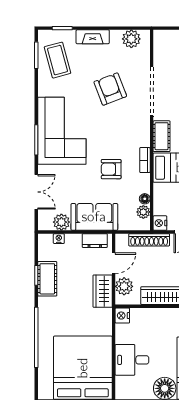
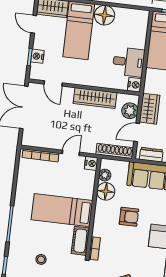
bookcase: (145, 160) -> (95, 248), moved
floor lamp: (145, 199) -> (106, 191), width x1.89, depth x1.89
shoe rack: (149, 240) -> (115, 151), moved
desk: (132, 360) -> (129, 62), moved

